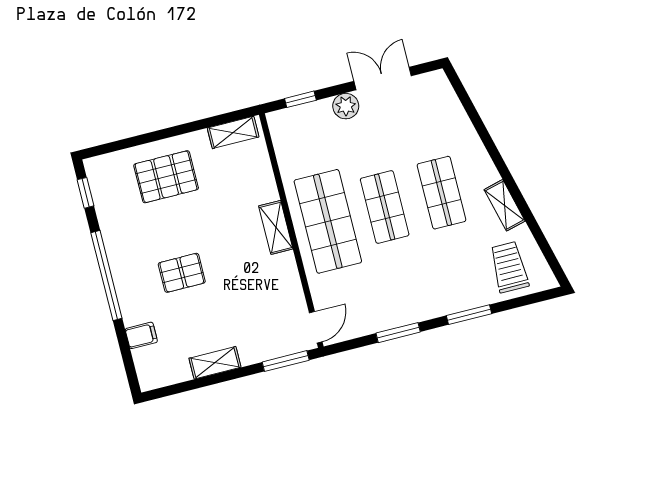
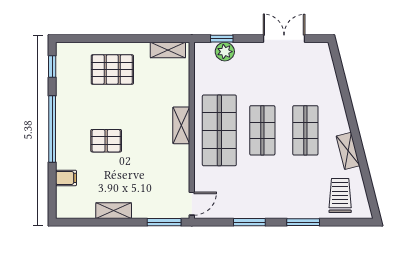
plant: (346, 106) -> (225, 52), moved

